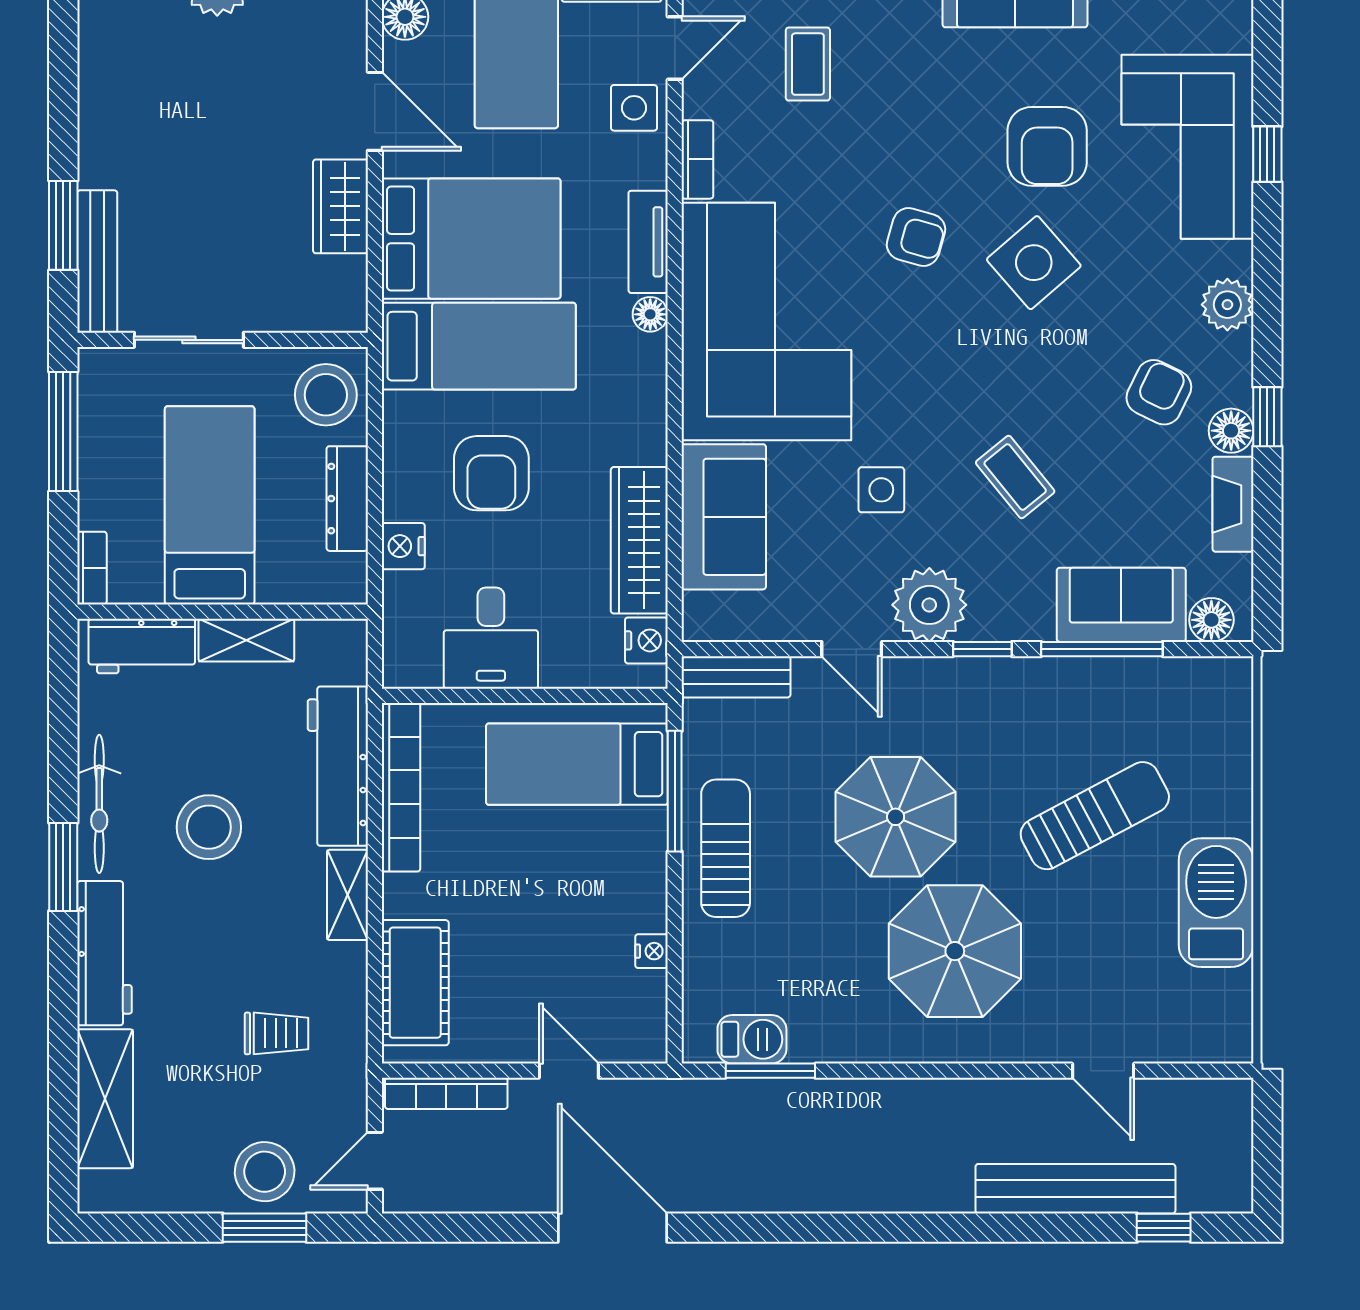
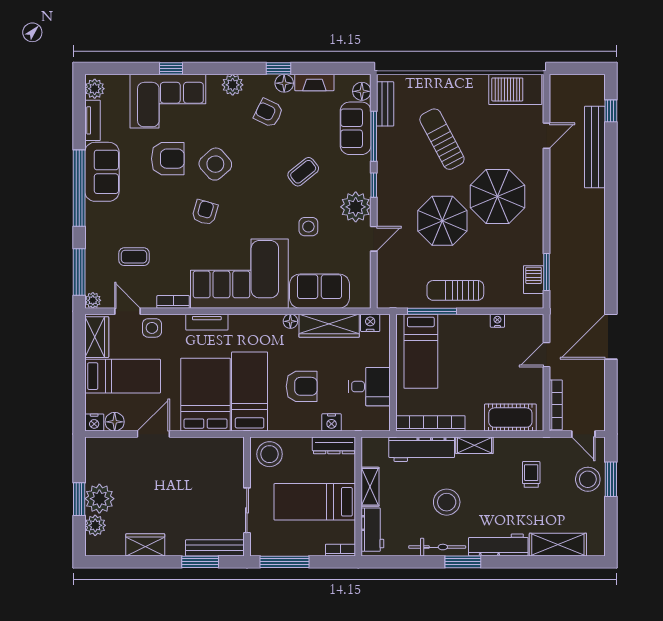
wardrobe: (340, 206) -> (145, 545), moved, turned 180
floor lamp: (650, 314) -> (290, 321), moved
dresser: (347, 499) -> (334, 445), moved
bench: (736, 677) -> (385, 104), moved
barbecue: (1216, 903) -> (515, 89), moved

